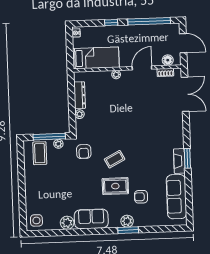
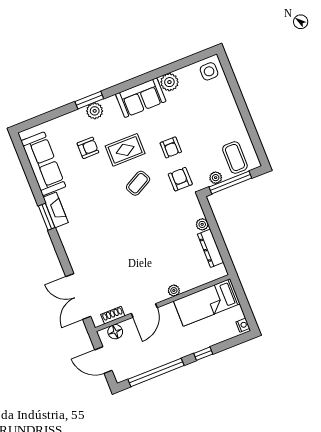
armchair: (83, 176) -> (171, 147), added

